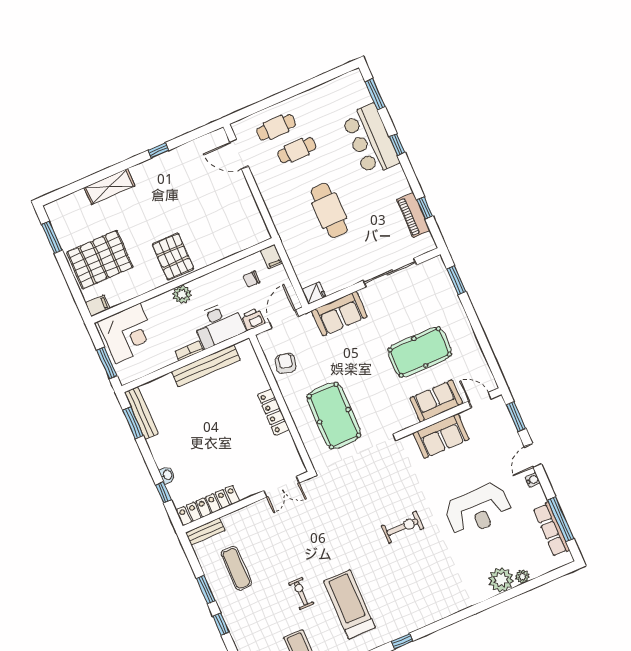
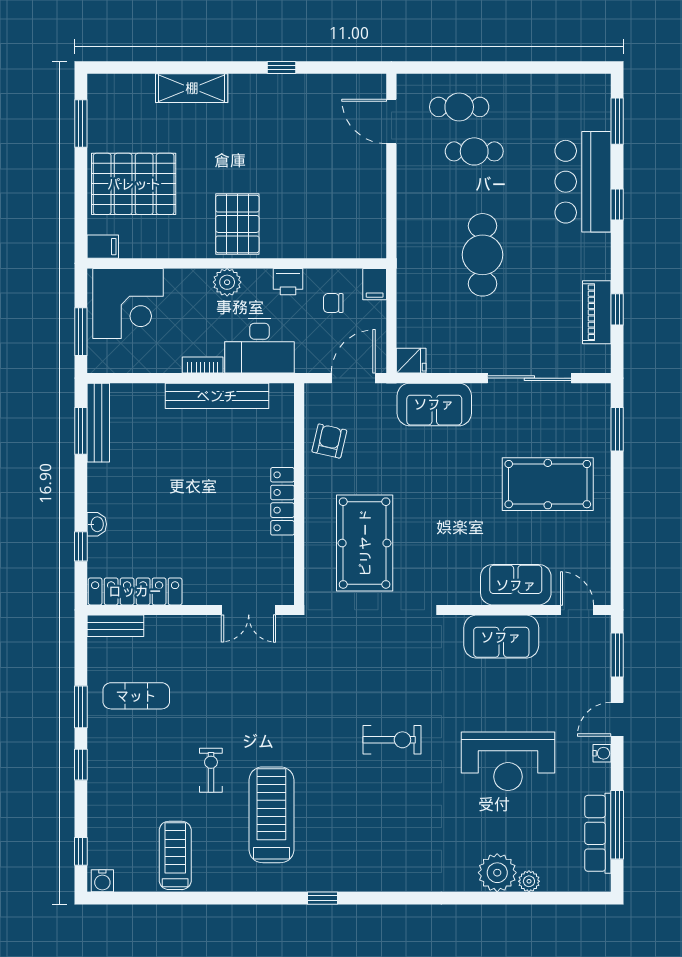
printer: (253, 319) -> (288, 282), moved, turned 180
pool table: (420, 352) -> (548, 484), moved
exercise mat: (236, 568) -> (136, 696), turned 90

